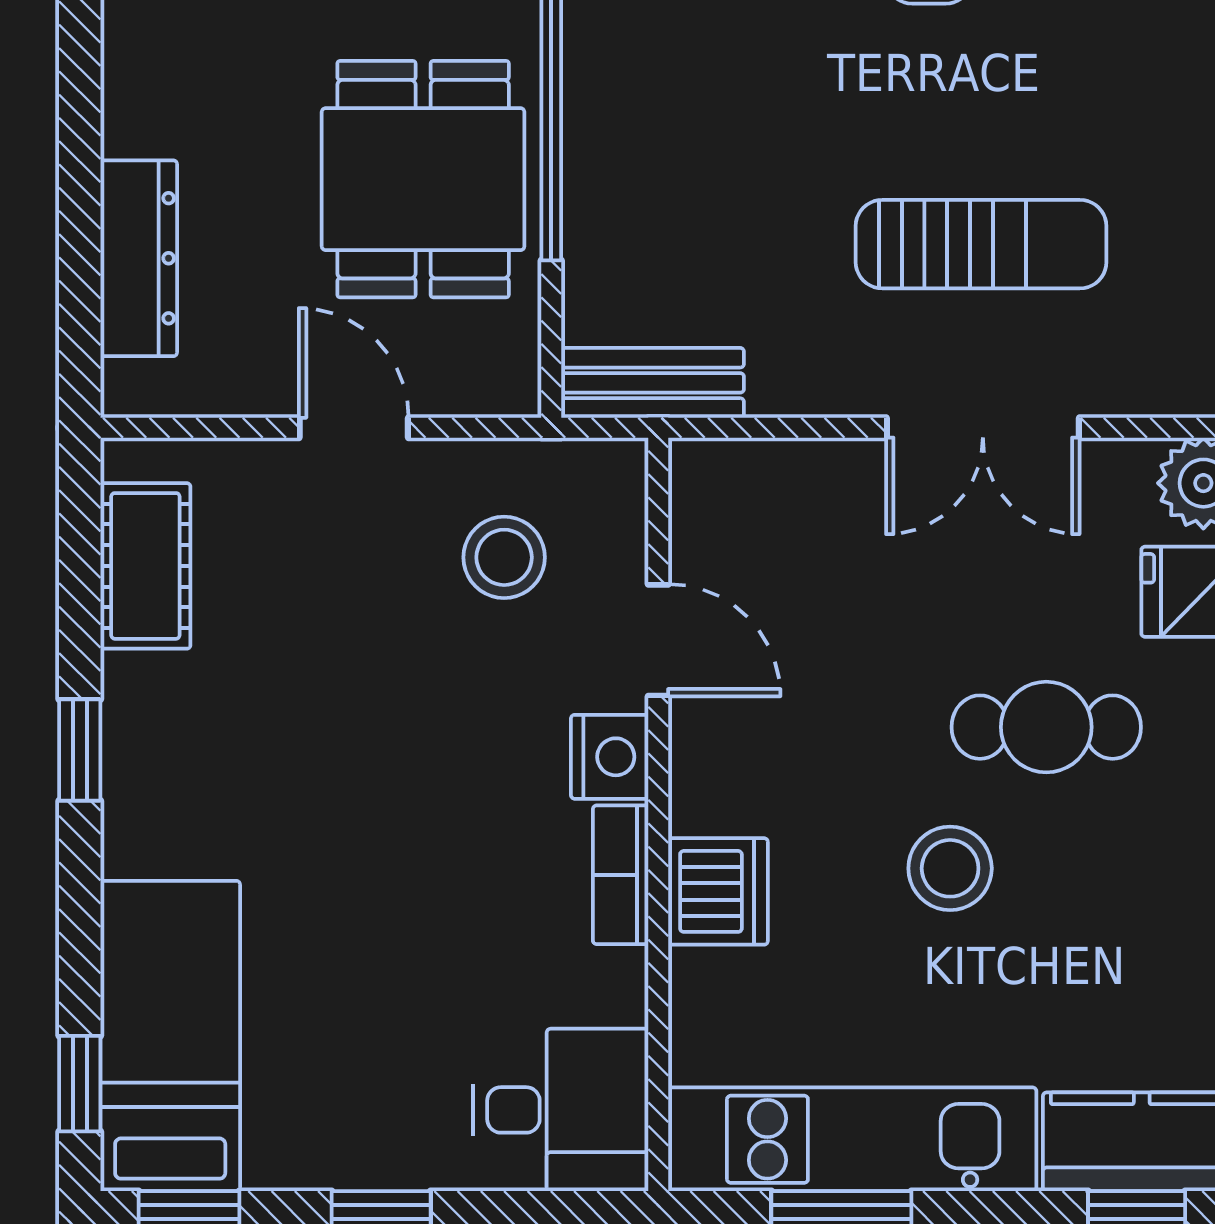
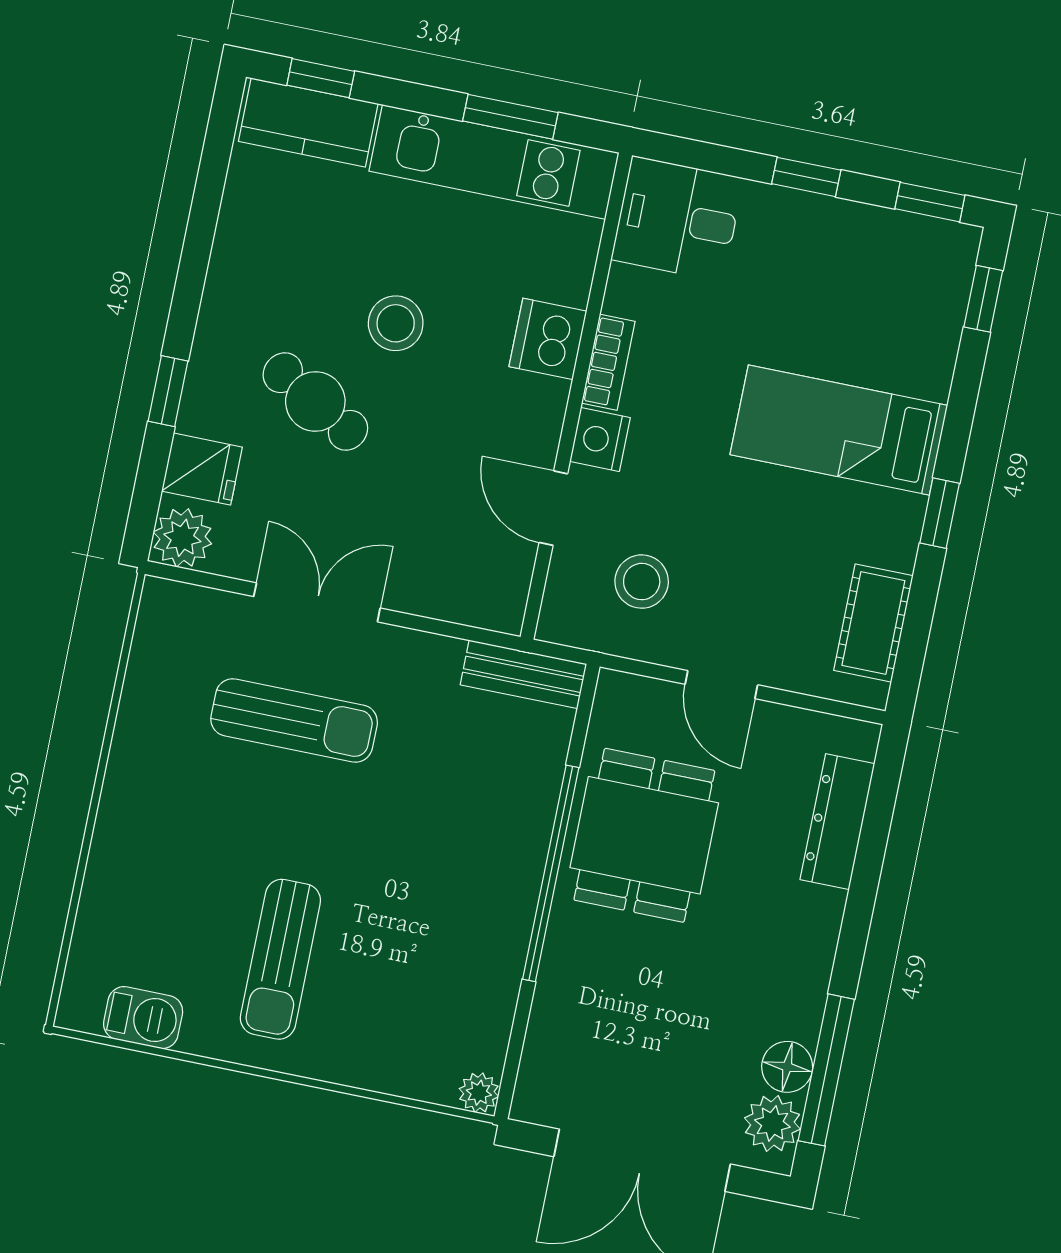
sun lounger: (981, 244) -> (294, 721), turned 180
cafe table: (1046, 727) -> (315, 402), turned 30
bed: (170, 1036) -> (839, 430), moved, turned 90

